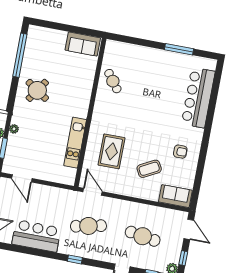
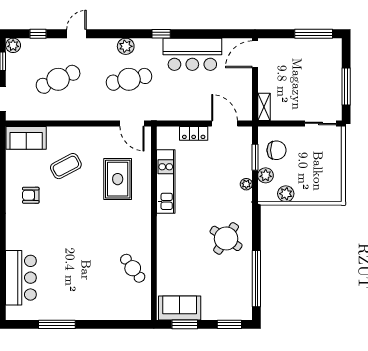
window: (47, 24) -> (229, 324), added
window: (81, 31) -> (185, 324), added
bar counter: (198, 98) -> (21, 278), width x0.73
locker: (47, 175) -> (194, 133), added
cafe table: (143, 236) -> (58, 79), turned -33
plant: (86, 252) -> (126, 46), added
window: (75, 259) -> (161, 34), moved

